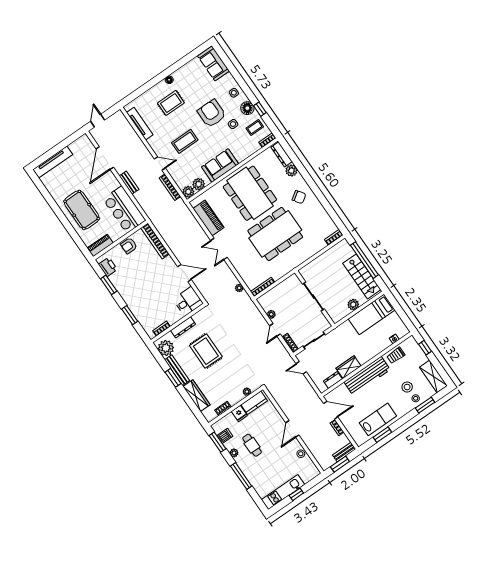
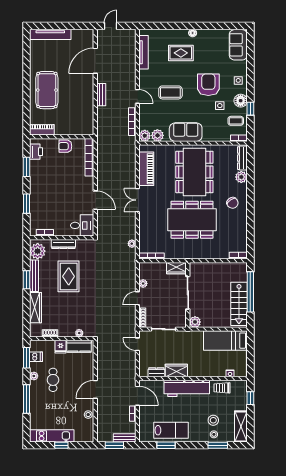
bar counter: (124, 210) -> (82, 114), removed
wardrobe: (290, 283) -> (176, 268), added
plant: (353, 305) -> (195, 322), moved

